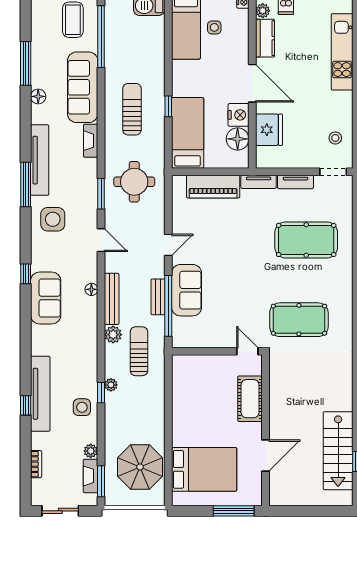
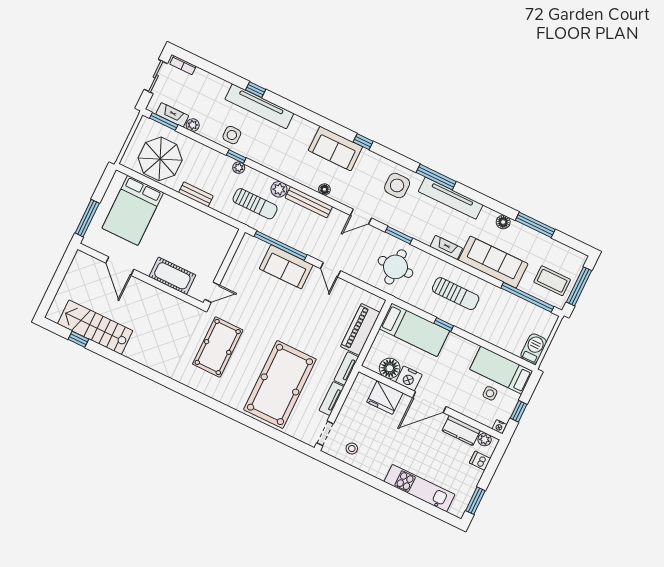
pool table: (306, 240) -> (280, 384), width x1.36, depth x1.32
bench: (158, 297) -> (196, 194), moved
bookcase: (36, 464) -> (183, 65), moved

